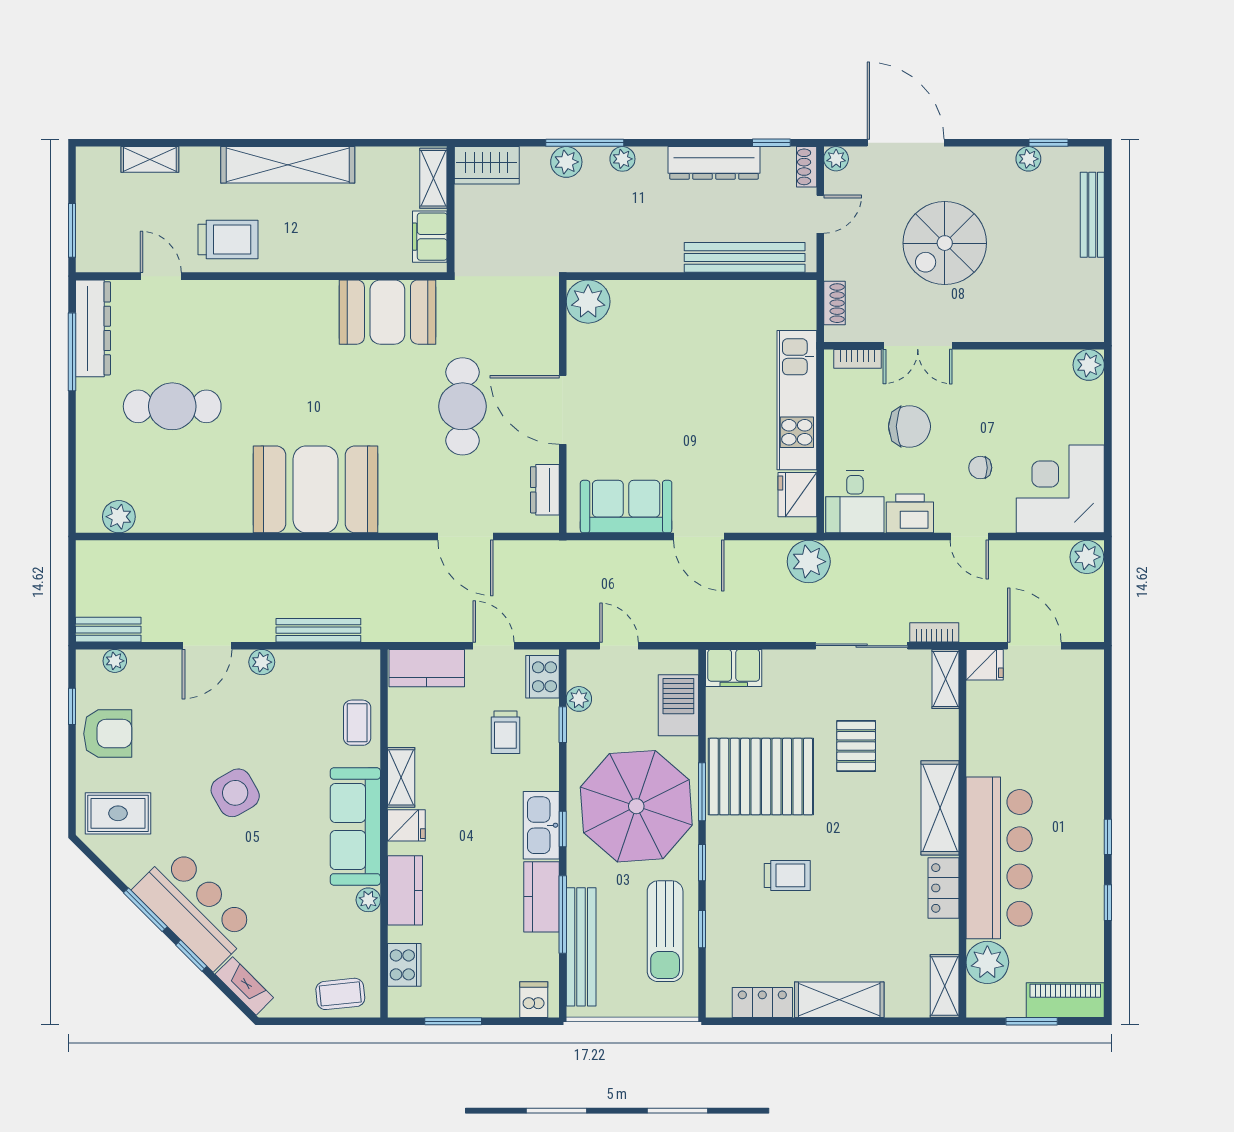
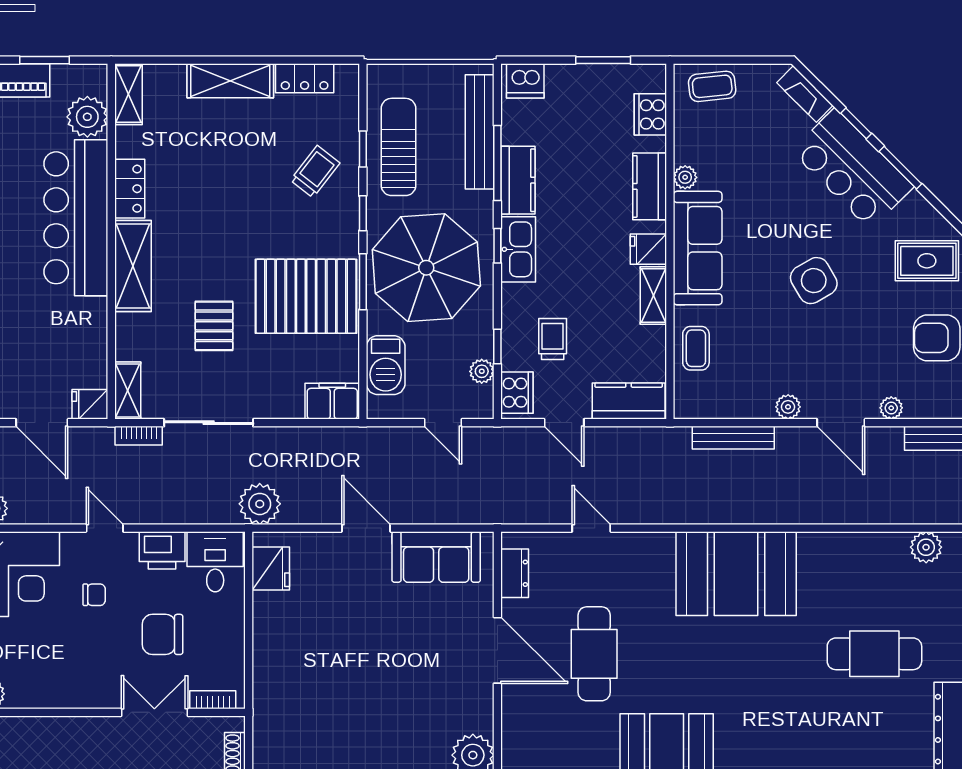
kitchen unit: (797, 400) -> (271, 660), removed
door: (465, 537) -> (591, 528), width x0.73
door: (207, 646) -> (841, 423), swing flipped
plant: (115, 661) -> (891, 408), moved
trolley: (787, 875) -> (315, 172), moved, turned 128
dishwasher: (534, 1000) -> (525, 81), width x1.38

